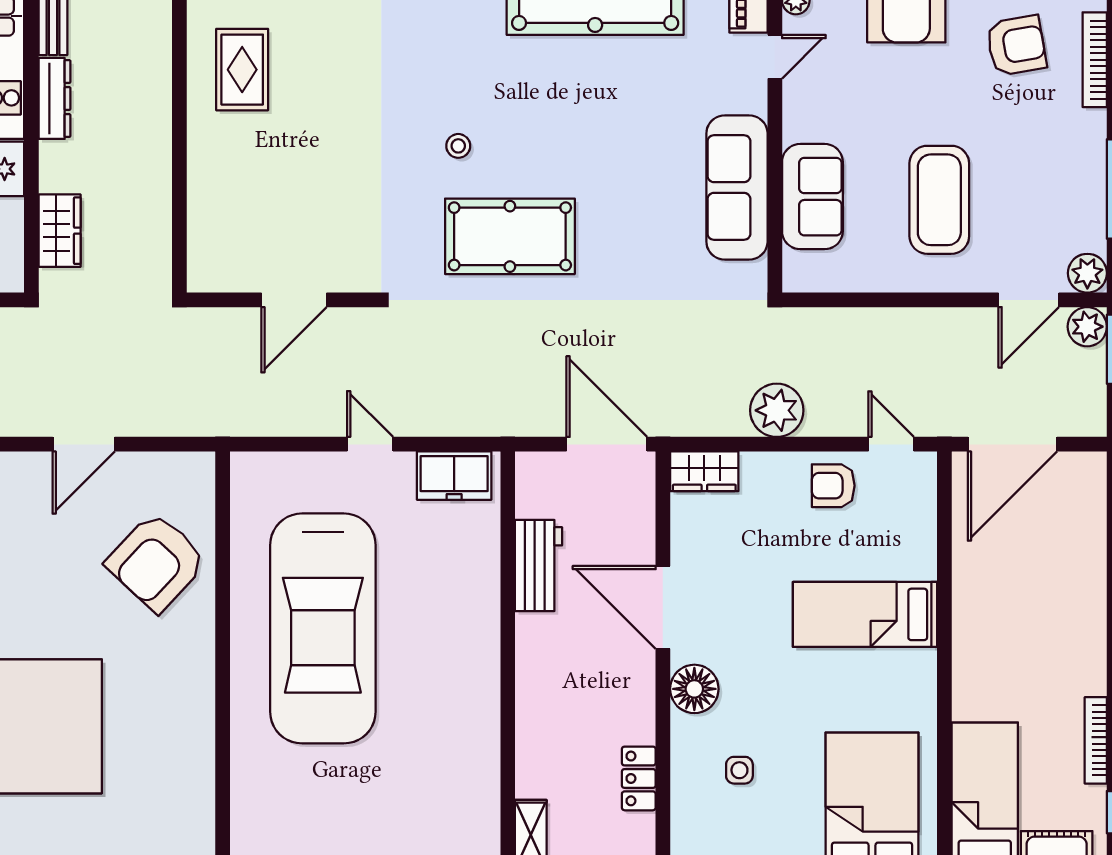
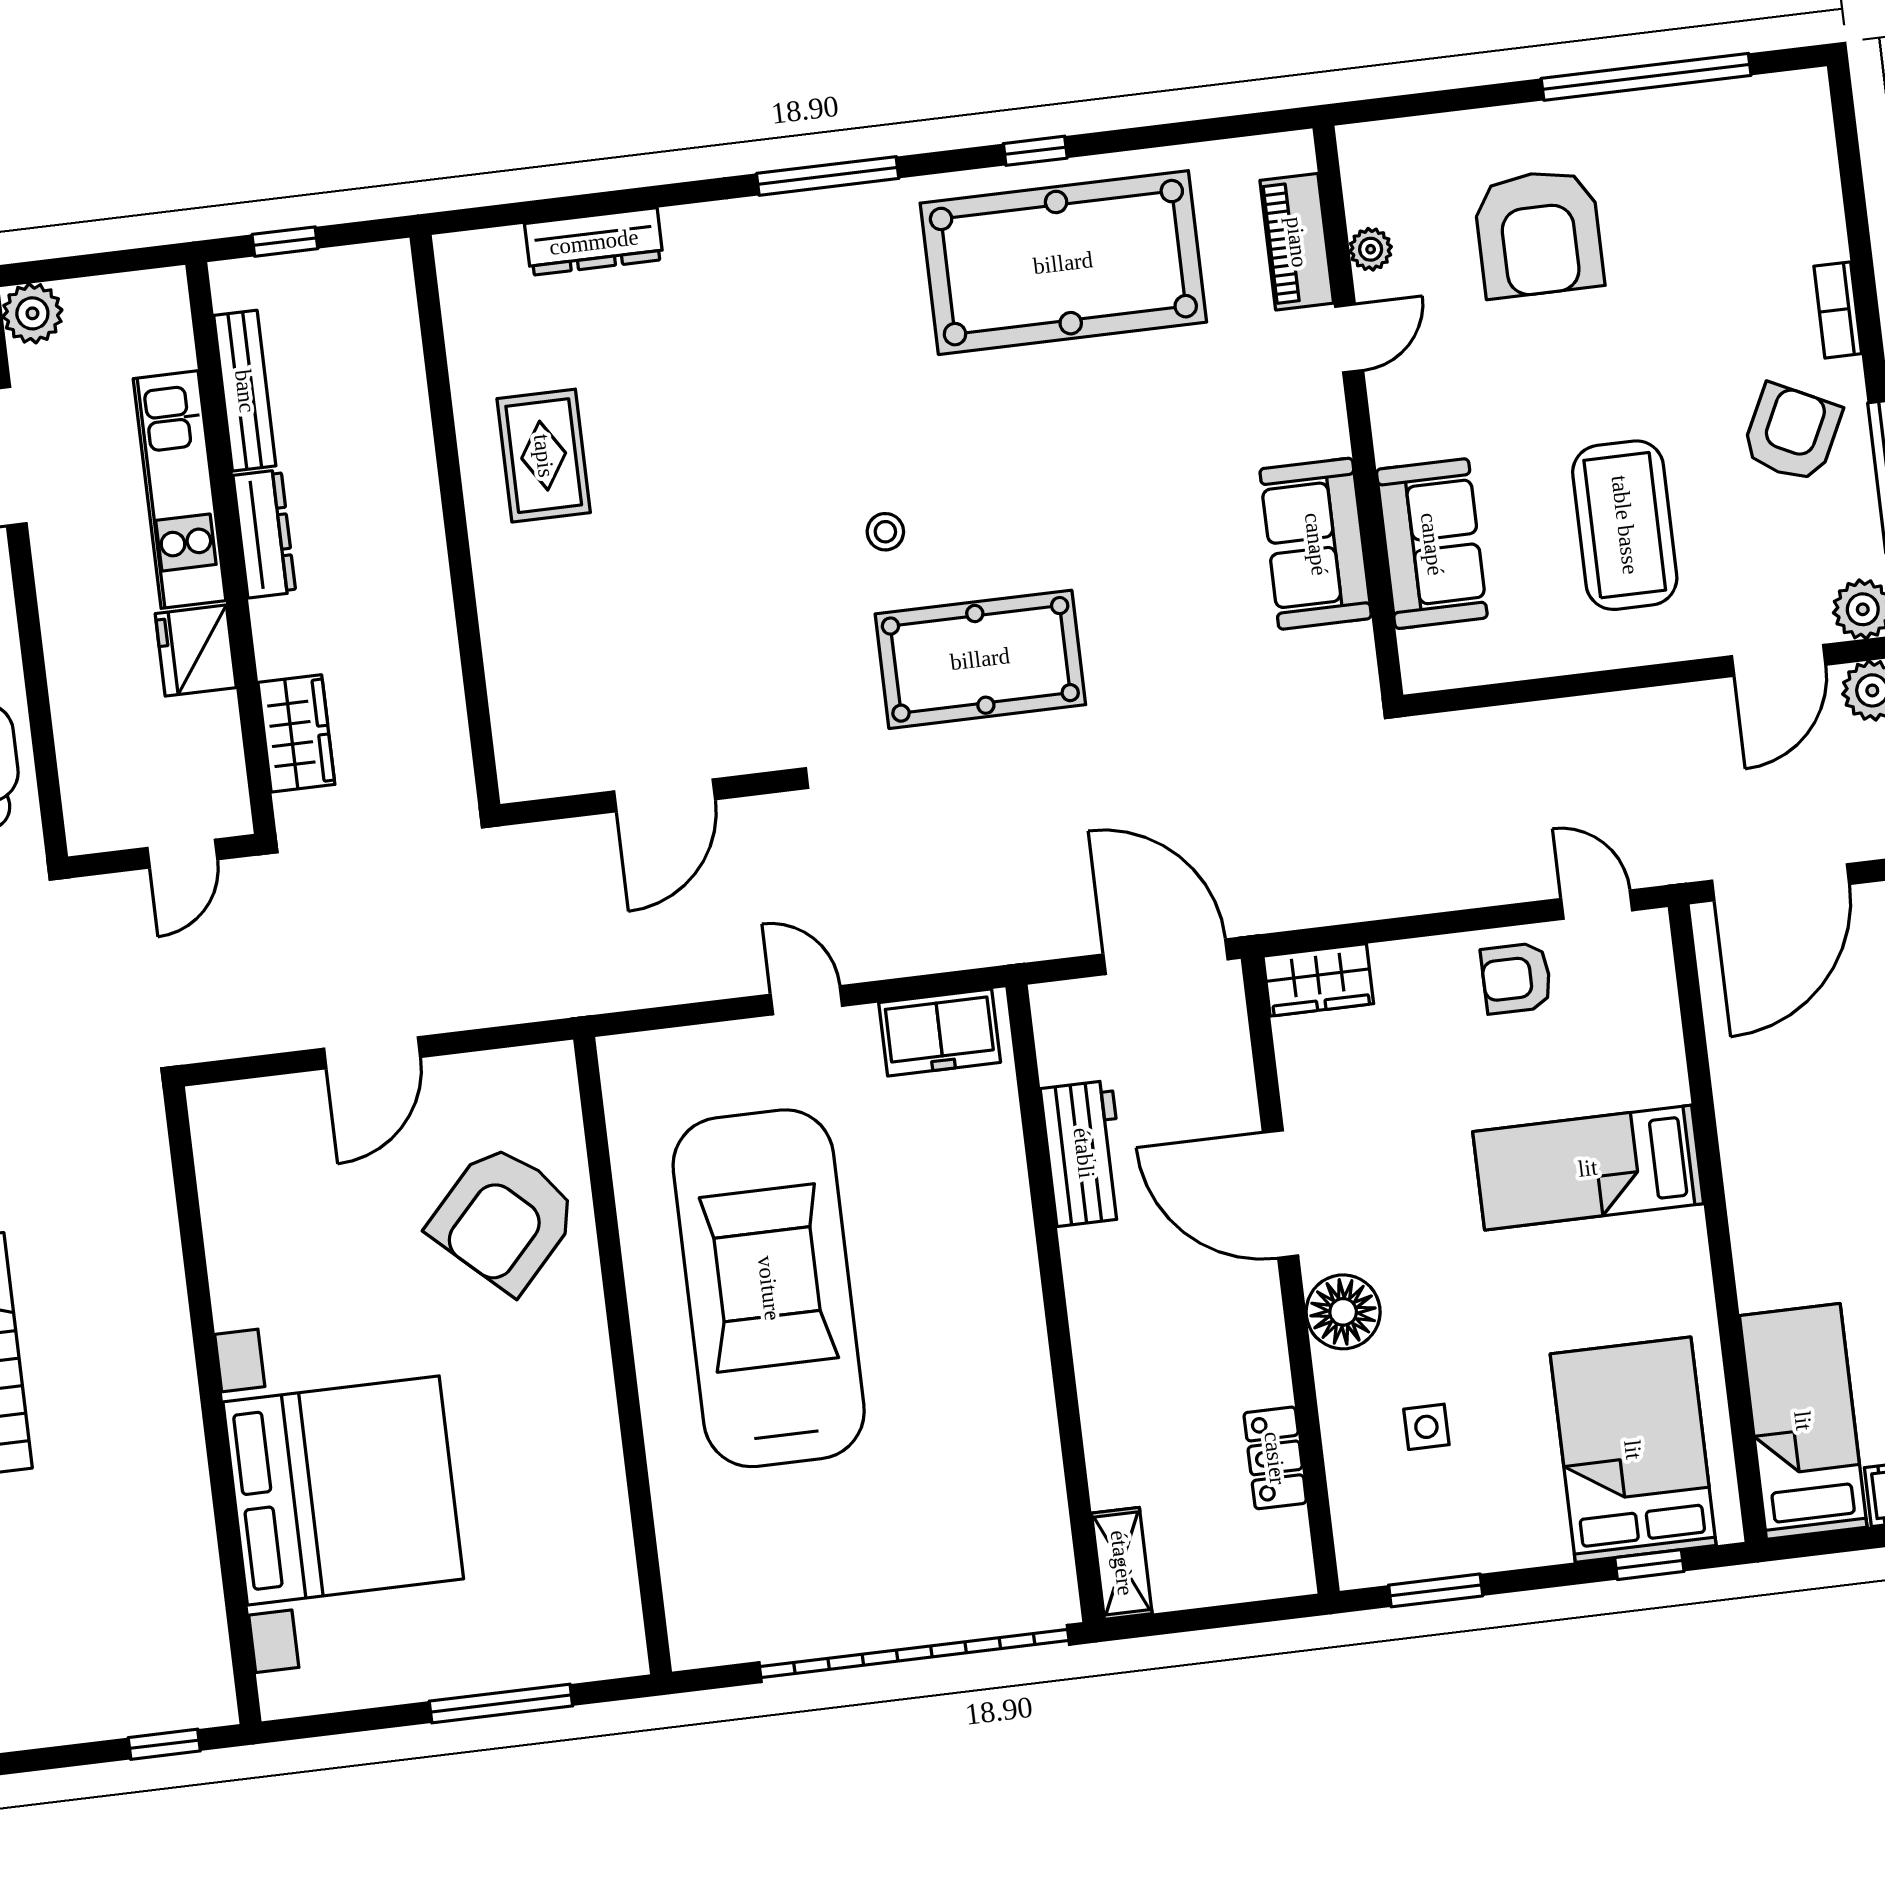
armchair: (1016, 45) -> (1792, 433), moved, turned -54
bookcase: (1095, 60) -> (1838, 310), width x0.64
sofa: (737, 187) -> (1316, 544), width x0.73
plant: (777, 410) -> (1417, 874), removed
car: (323, 628) -> (769, 1288), turned 180

